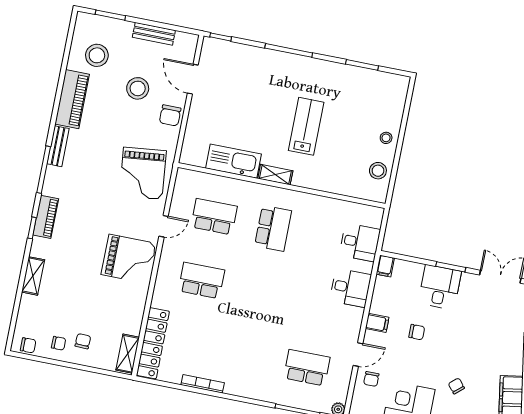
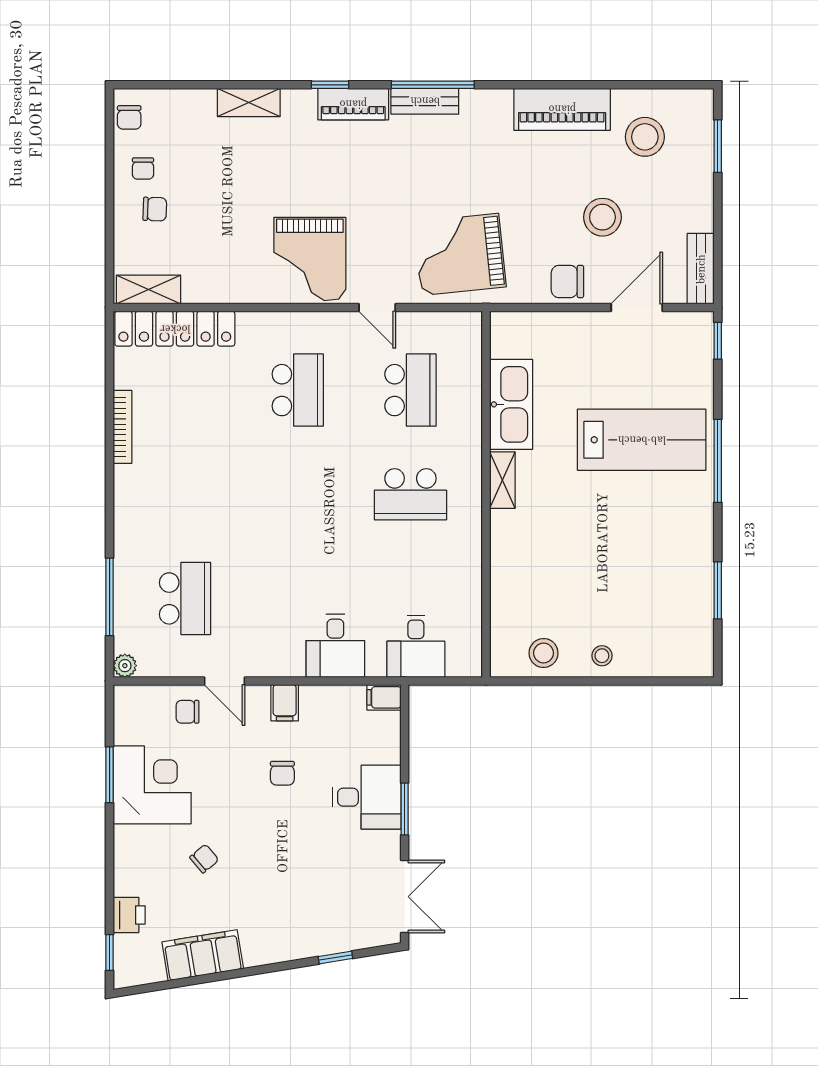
bench: (154, 34) -> (701, 269), moved
lab bench: (306, 126) -> (642, 440), moved, width x1.36, depth x1.39
bench: (58, 146) -> (425, 101), moved

